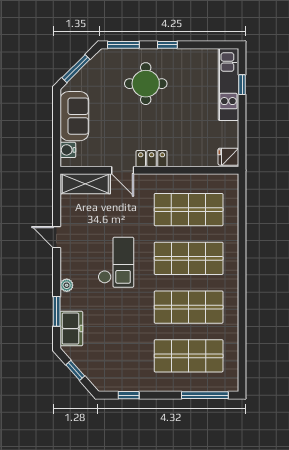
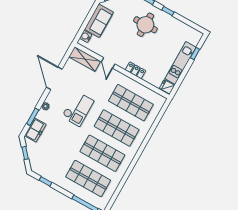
kitchen unit: (228, 84) -> (180, 63), moved
locker: (152, 159) -> (135, 70), moved
door: (57, 237) -> (54, 78), width x1.88

